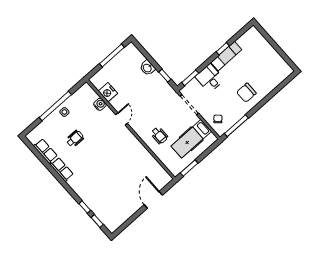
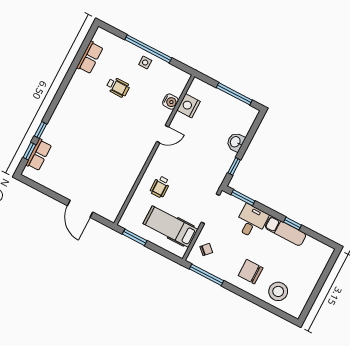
stool: (268, 78) -> (278, 291), added
row of seats: (62, 169) -> (39, 155), moved
door: (153, 200) -> (80, 209), swing flipped

